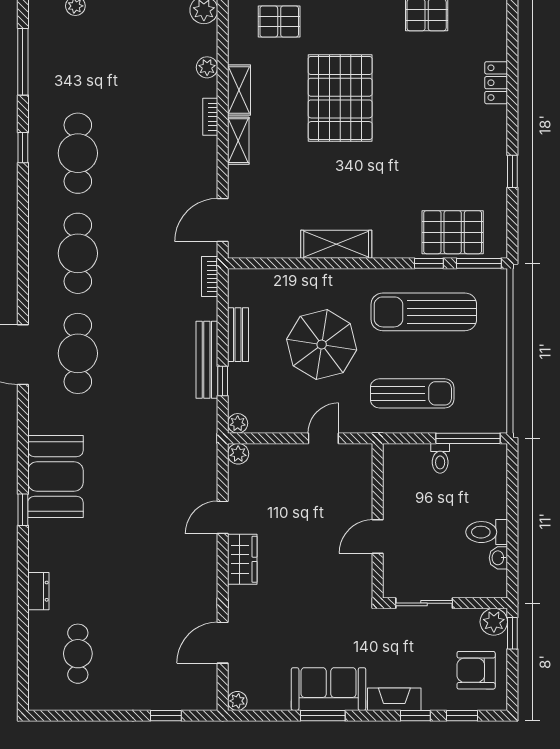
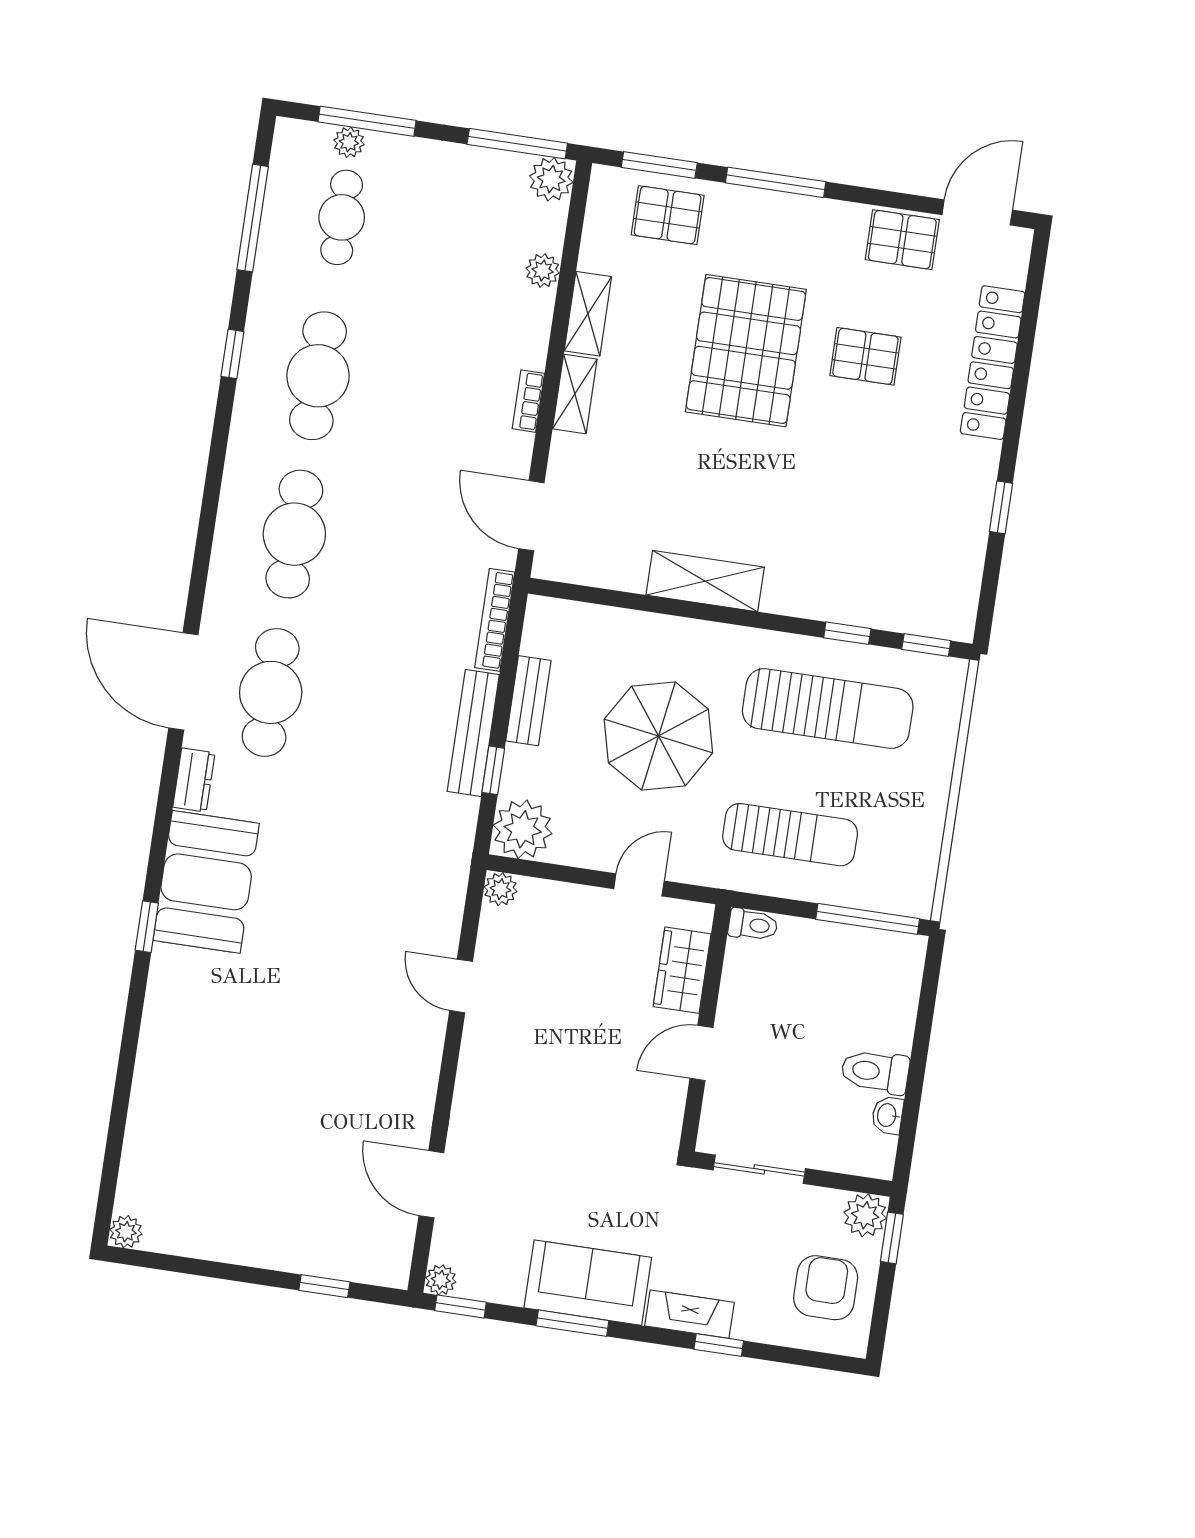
locker: (496, 83) -> (993, 363), width x2.16, depth x1.21
bookcase: (210, 117) -> (528, 401), moved
door: (223, 220) -> (531, 516), hinge flipped
pallet: (453, 232) -> (865, 356), moved, width x0.67, depth x0.71
window: (479, 263) -> (926, 645), width x0.67
bookcase: (210, 276) -> (495, 620), width x1.56
sun lounger: (424, 312) -> (828, 709), turned 180
plant: (238, 423) -> (523, 829), width x1.87, depth x1.87
toilet: (440, 458) -> (753, 925), moved, turned -90
door: (223, 517) -> (461, 986), hinge flipped
wardrobe: (242, 559) -> (682, 970), moved, turned 180
dresser: (38, 591) -> (194, 780), moved
door: (223, 643) -> (431, 1184), hinge flipped
cafe table: (78, 654) -> (342, 217), moved
armchair: (476, 670) -> (826, 1288), turned 90
plant: (38, 700) -> (126, 1232), added
window: (462, 716) -> (460, 1306), moved

